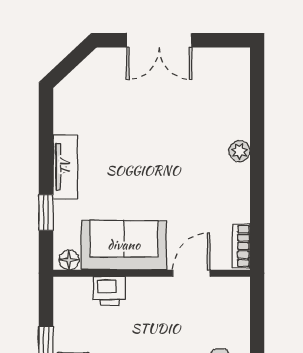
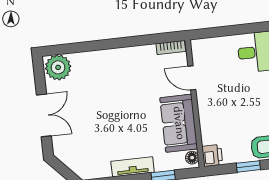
plant: (240, 151) -> (58, 67), moved, width x1.88, depth x1.88
printer: (109, 291) -> (212, 155), moved

